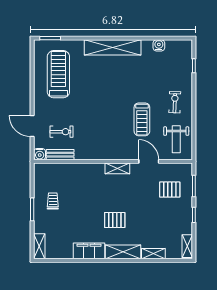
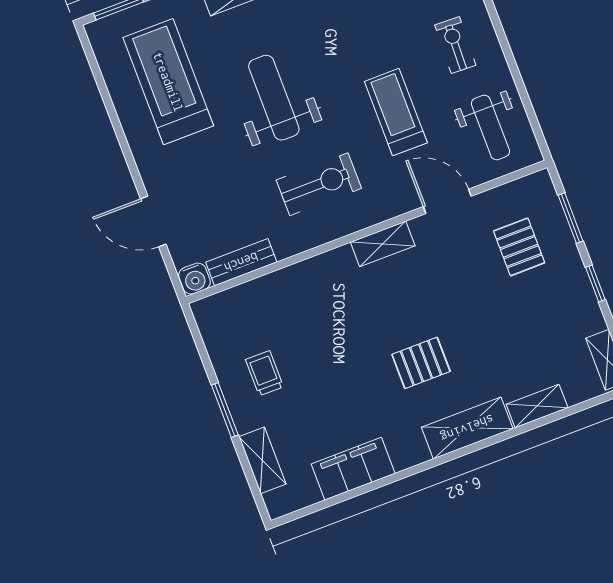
weight bench: (97, 96) -> (274, 98), added
treadmill: (142, 119) -> (396, 112), turned 180
exercise bike: (61, 132) -> (319, 184), moved, width x1.38, depth x1.39
pallet: (170, 190) -> (519, 247), turned 90
shelving: (39, 246) -> (262, 460), moved
filing cabinet: (89, 251) -> (353, 469), moved

